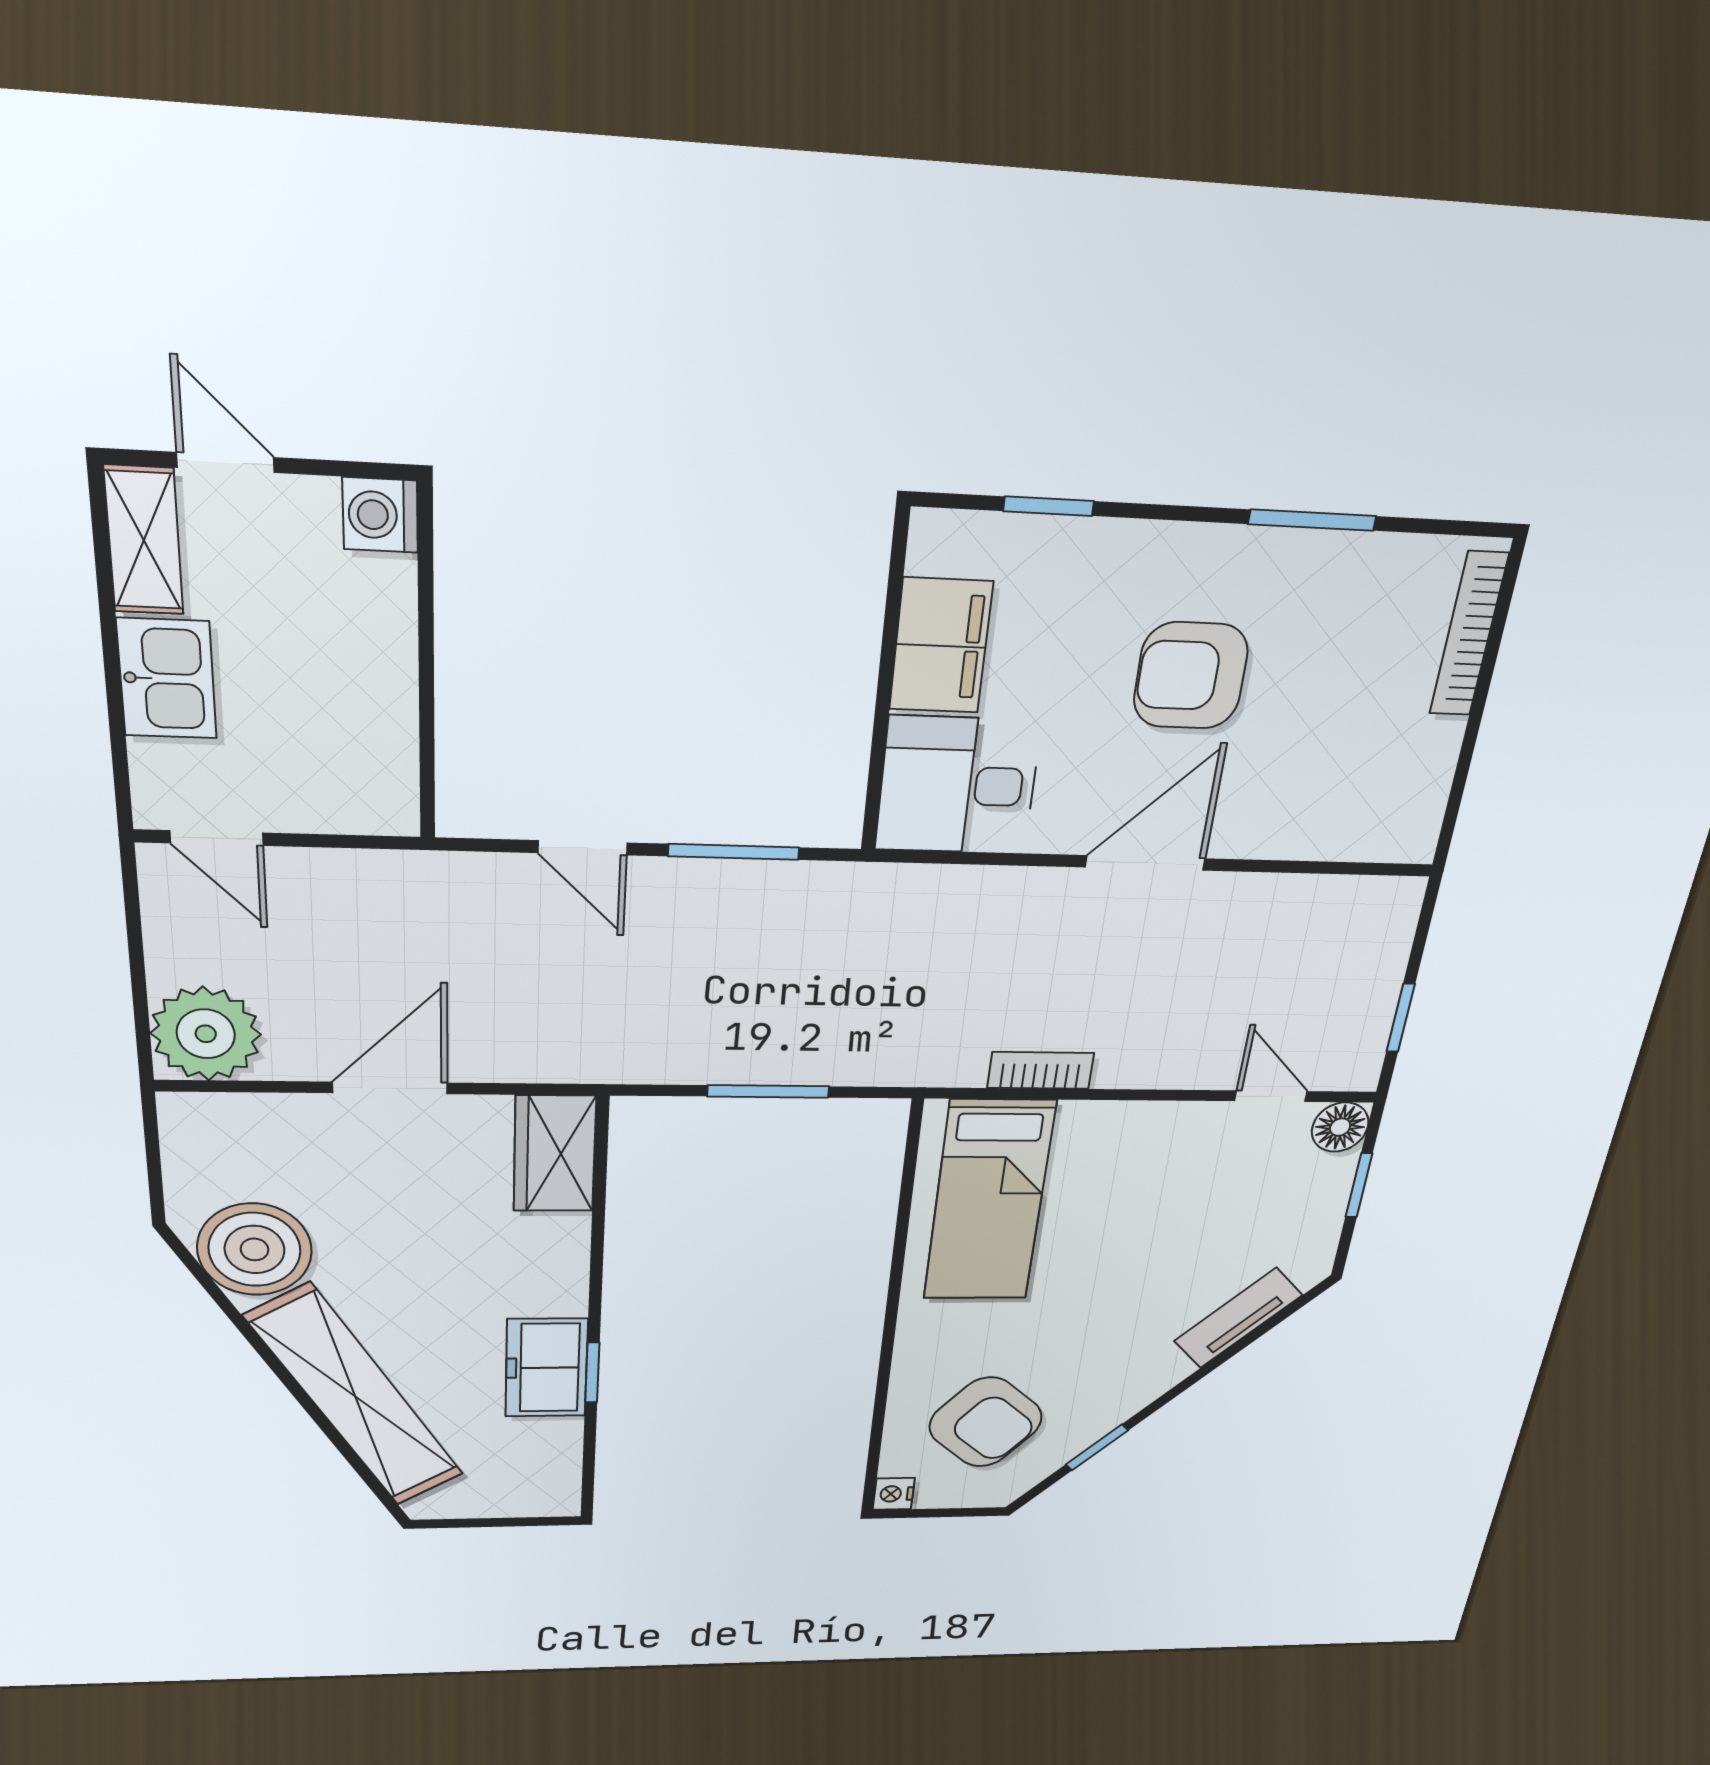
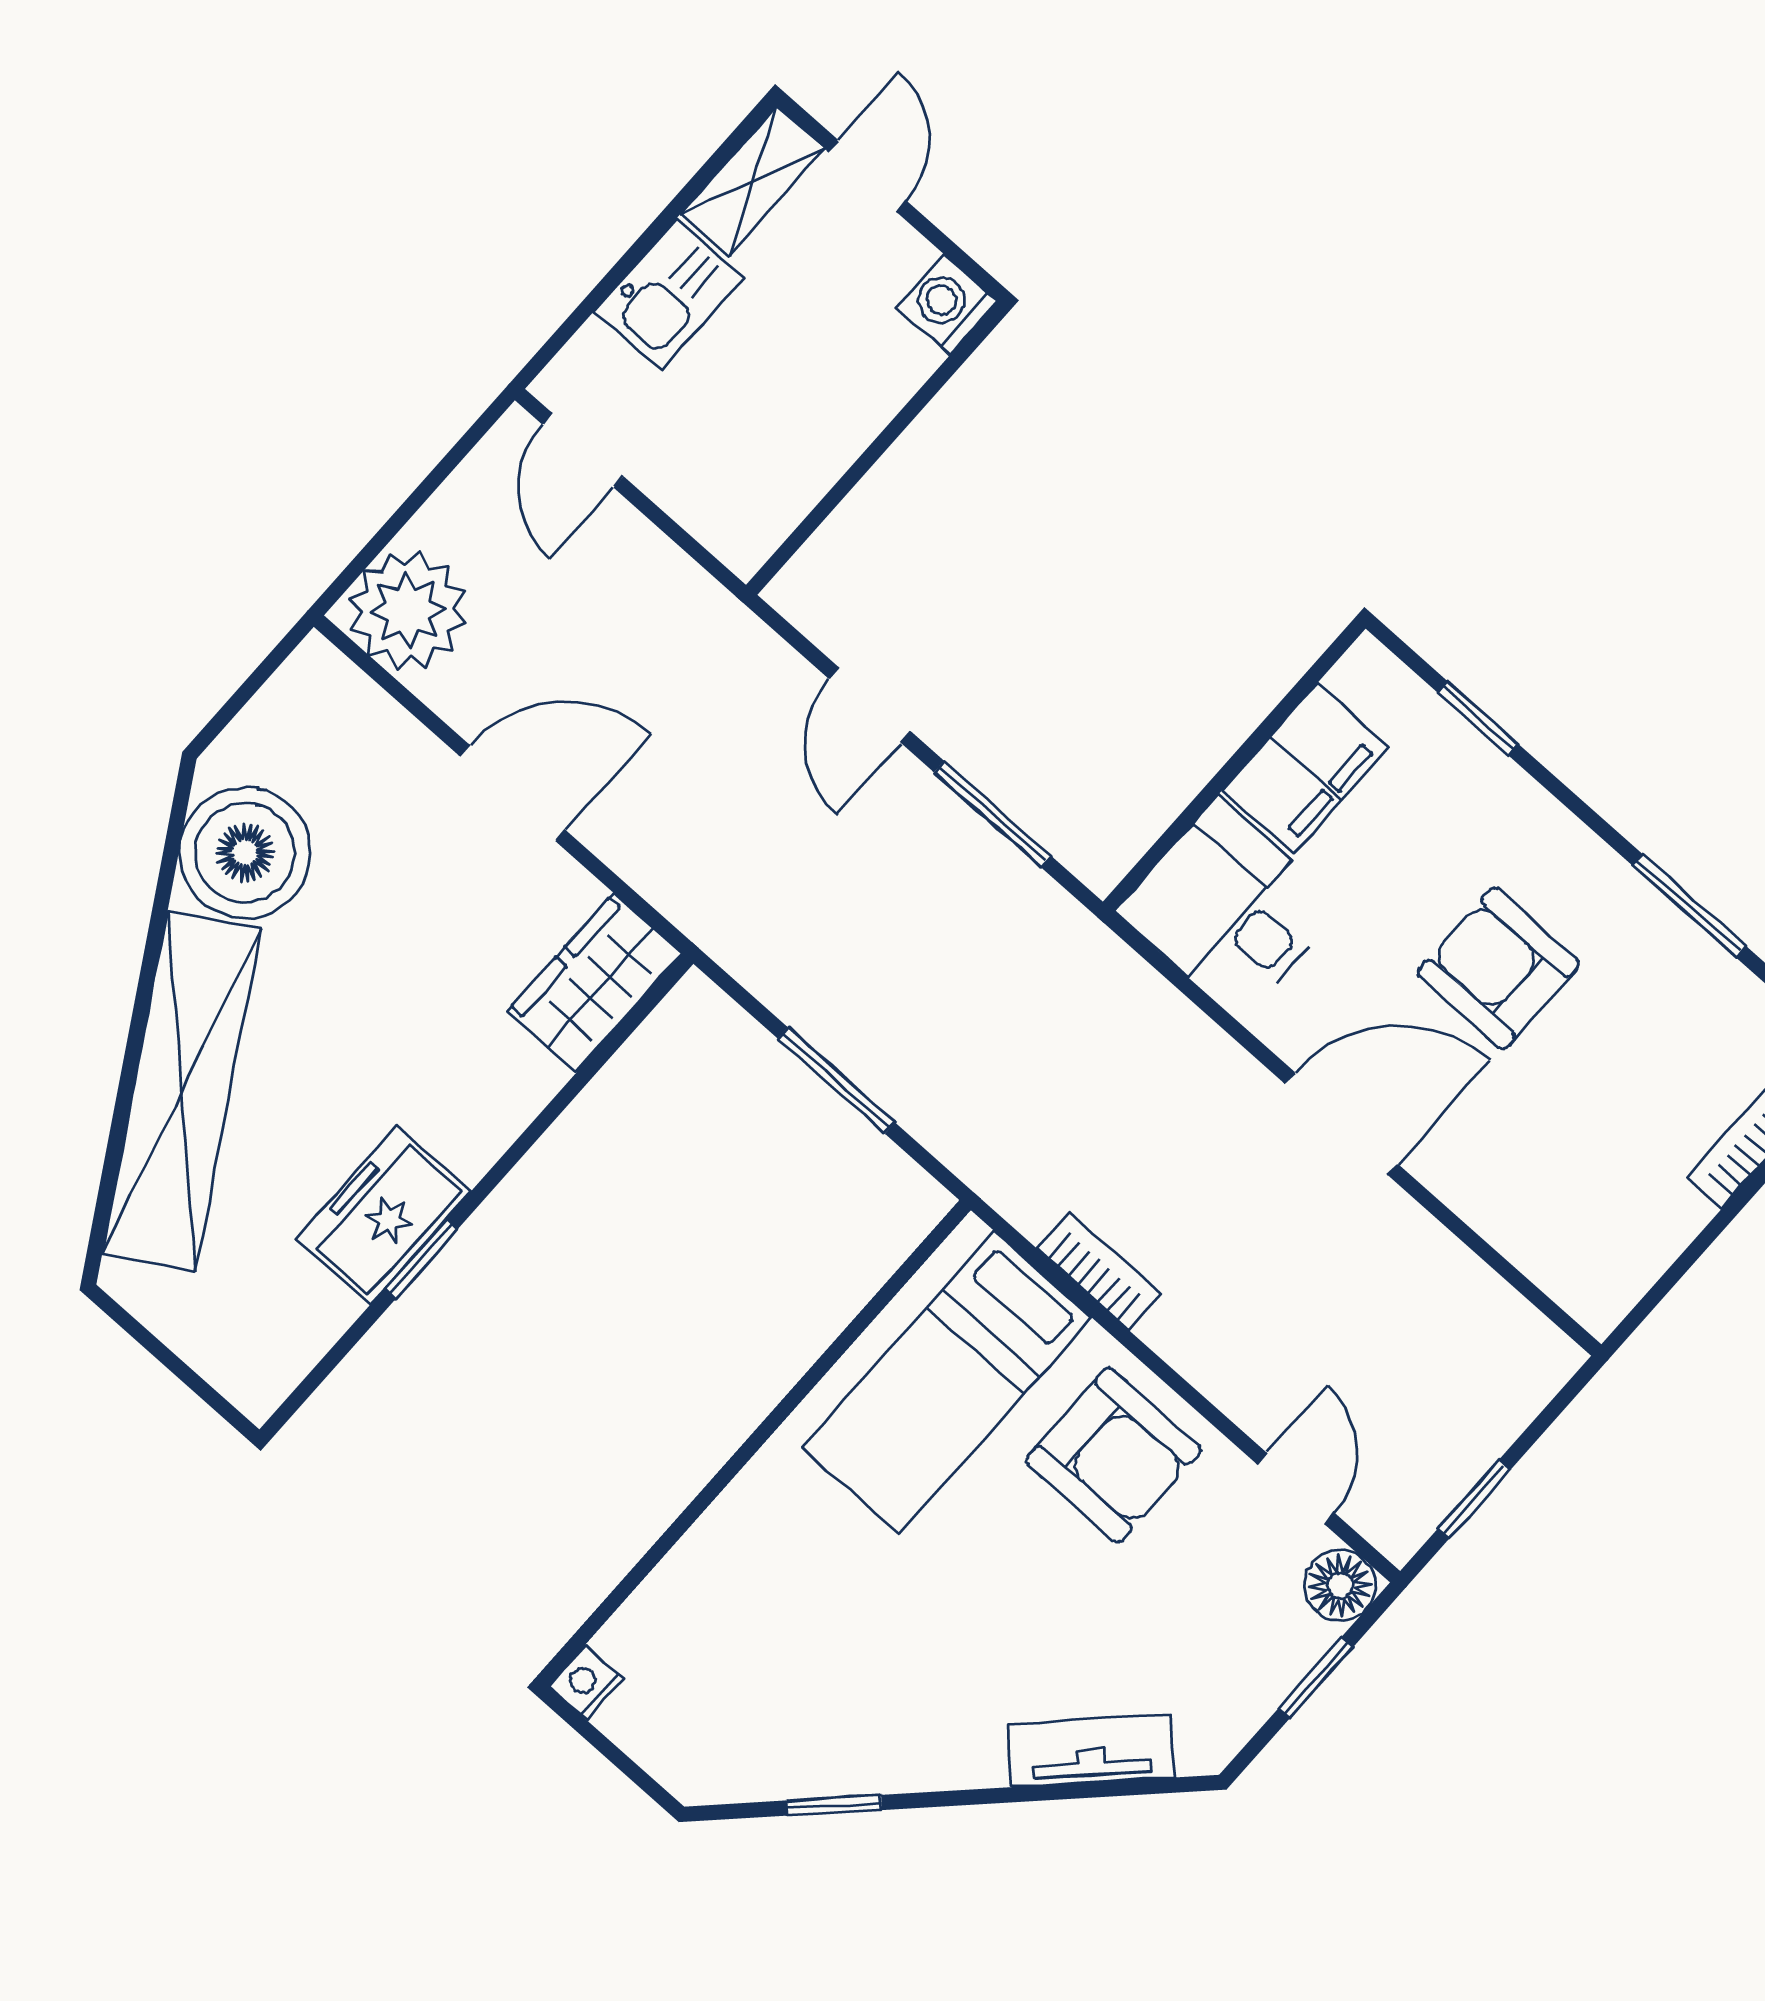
armchair: (986, 1422) -> (1113, 1455), moved, turned -41

